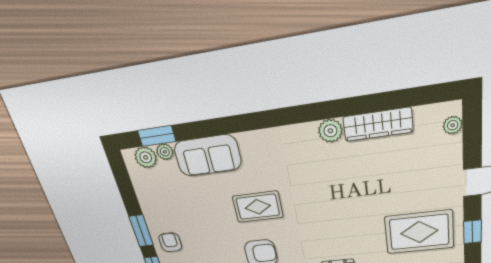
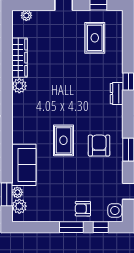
rug: (419, 232) -> (95, 38), width x0.73, depth x0.70

